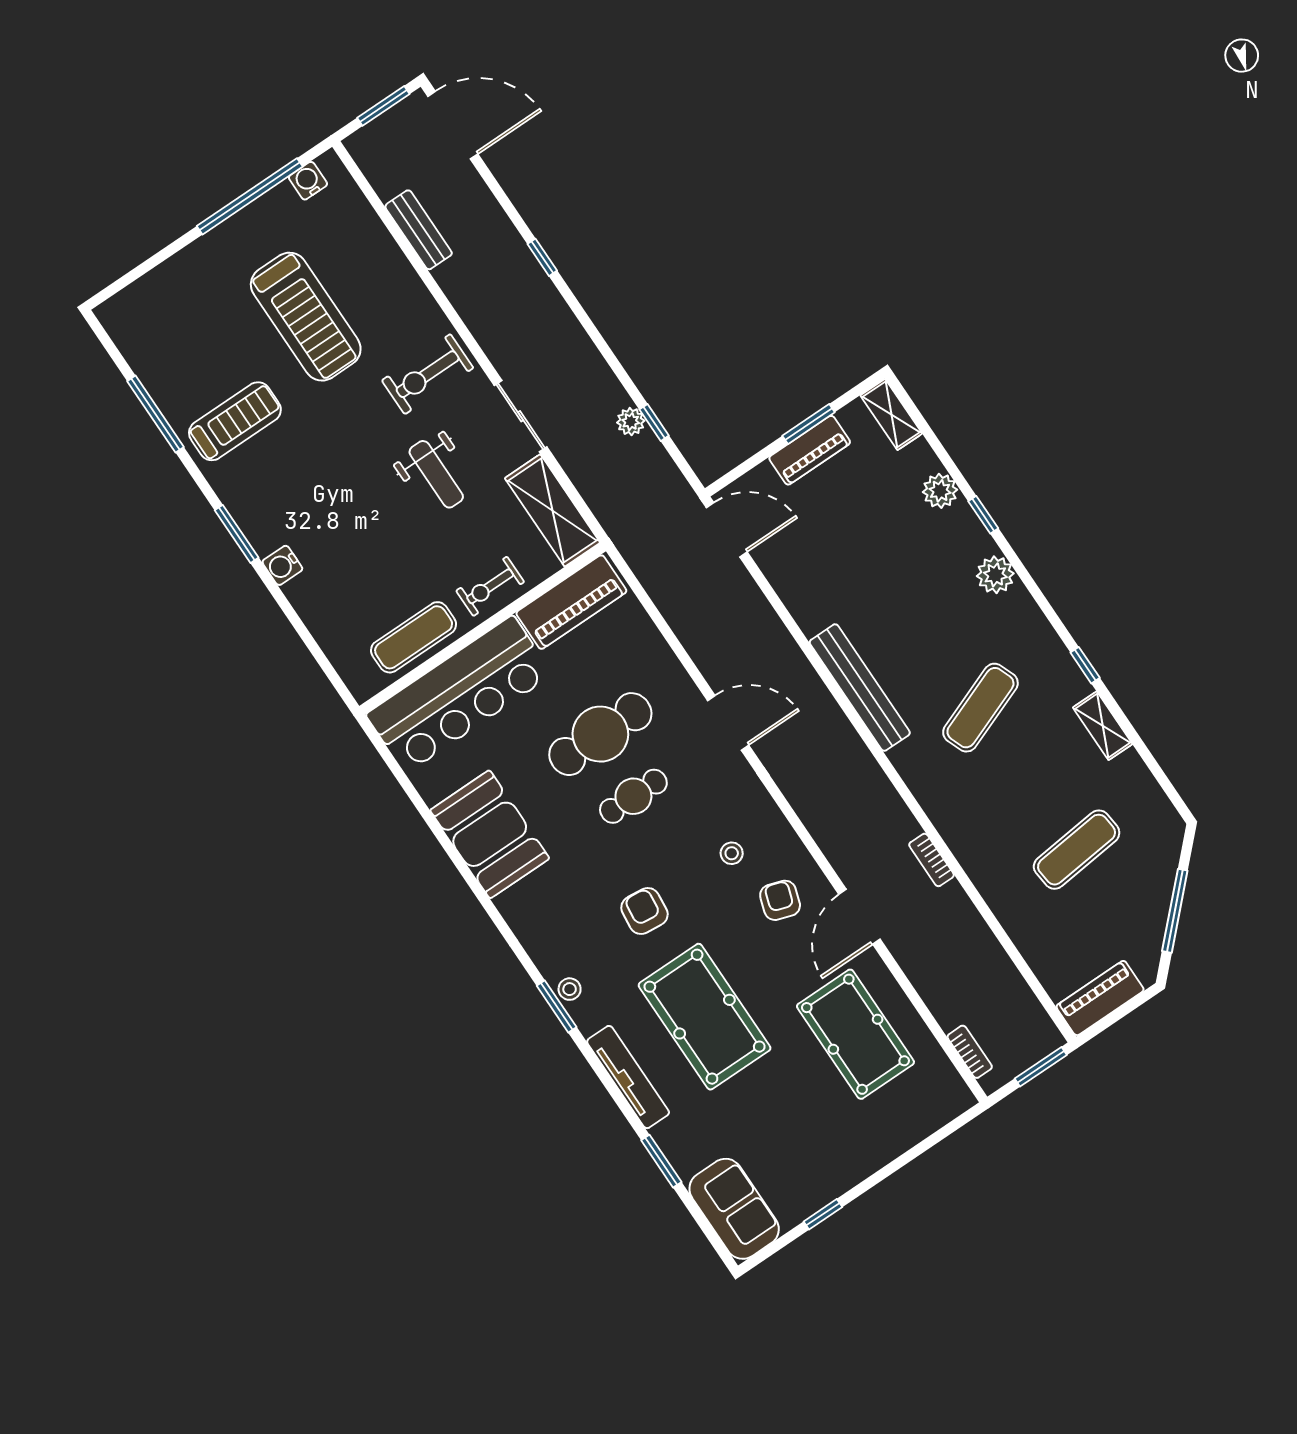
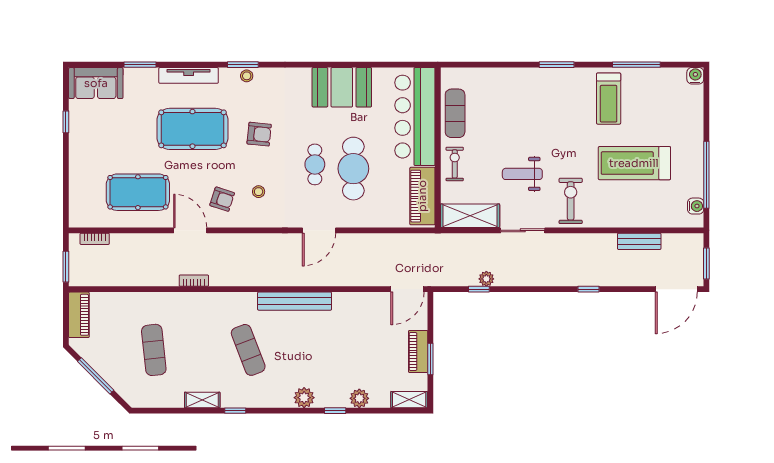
water cooler: (282, 565) -> (695, 76), moved

